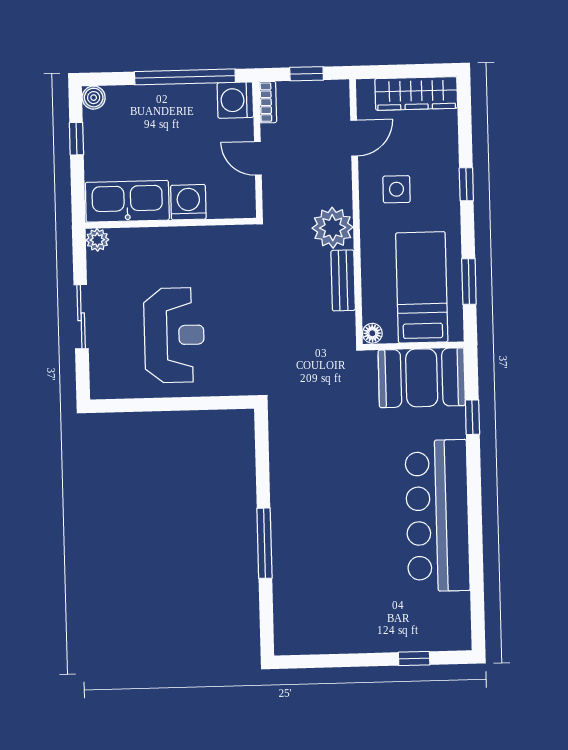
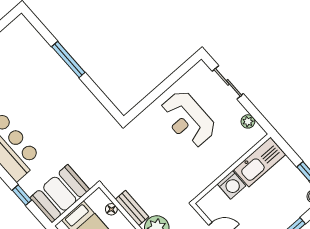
plant: (97, 240) -> (248, 121), moved
sliding door: (81, 317) -> (228, 82), moved
floor lamp: (372, 333) -> (111, 209), moved

